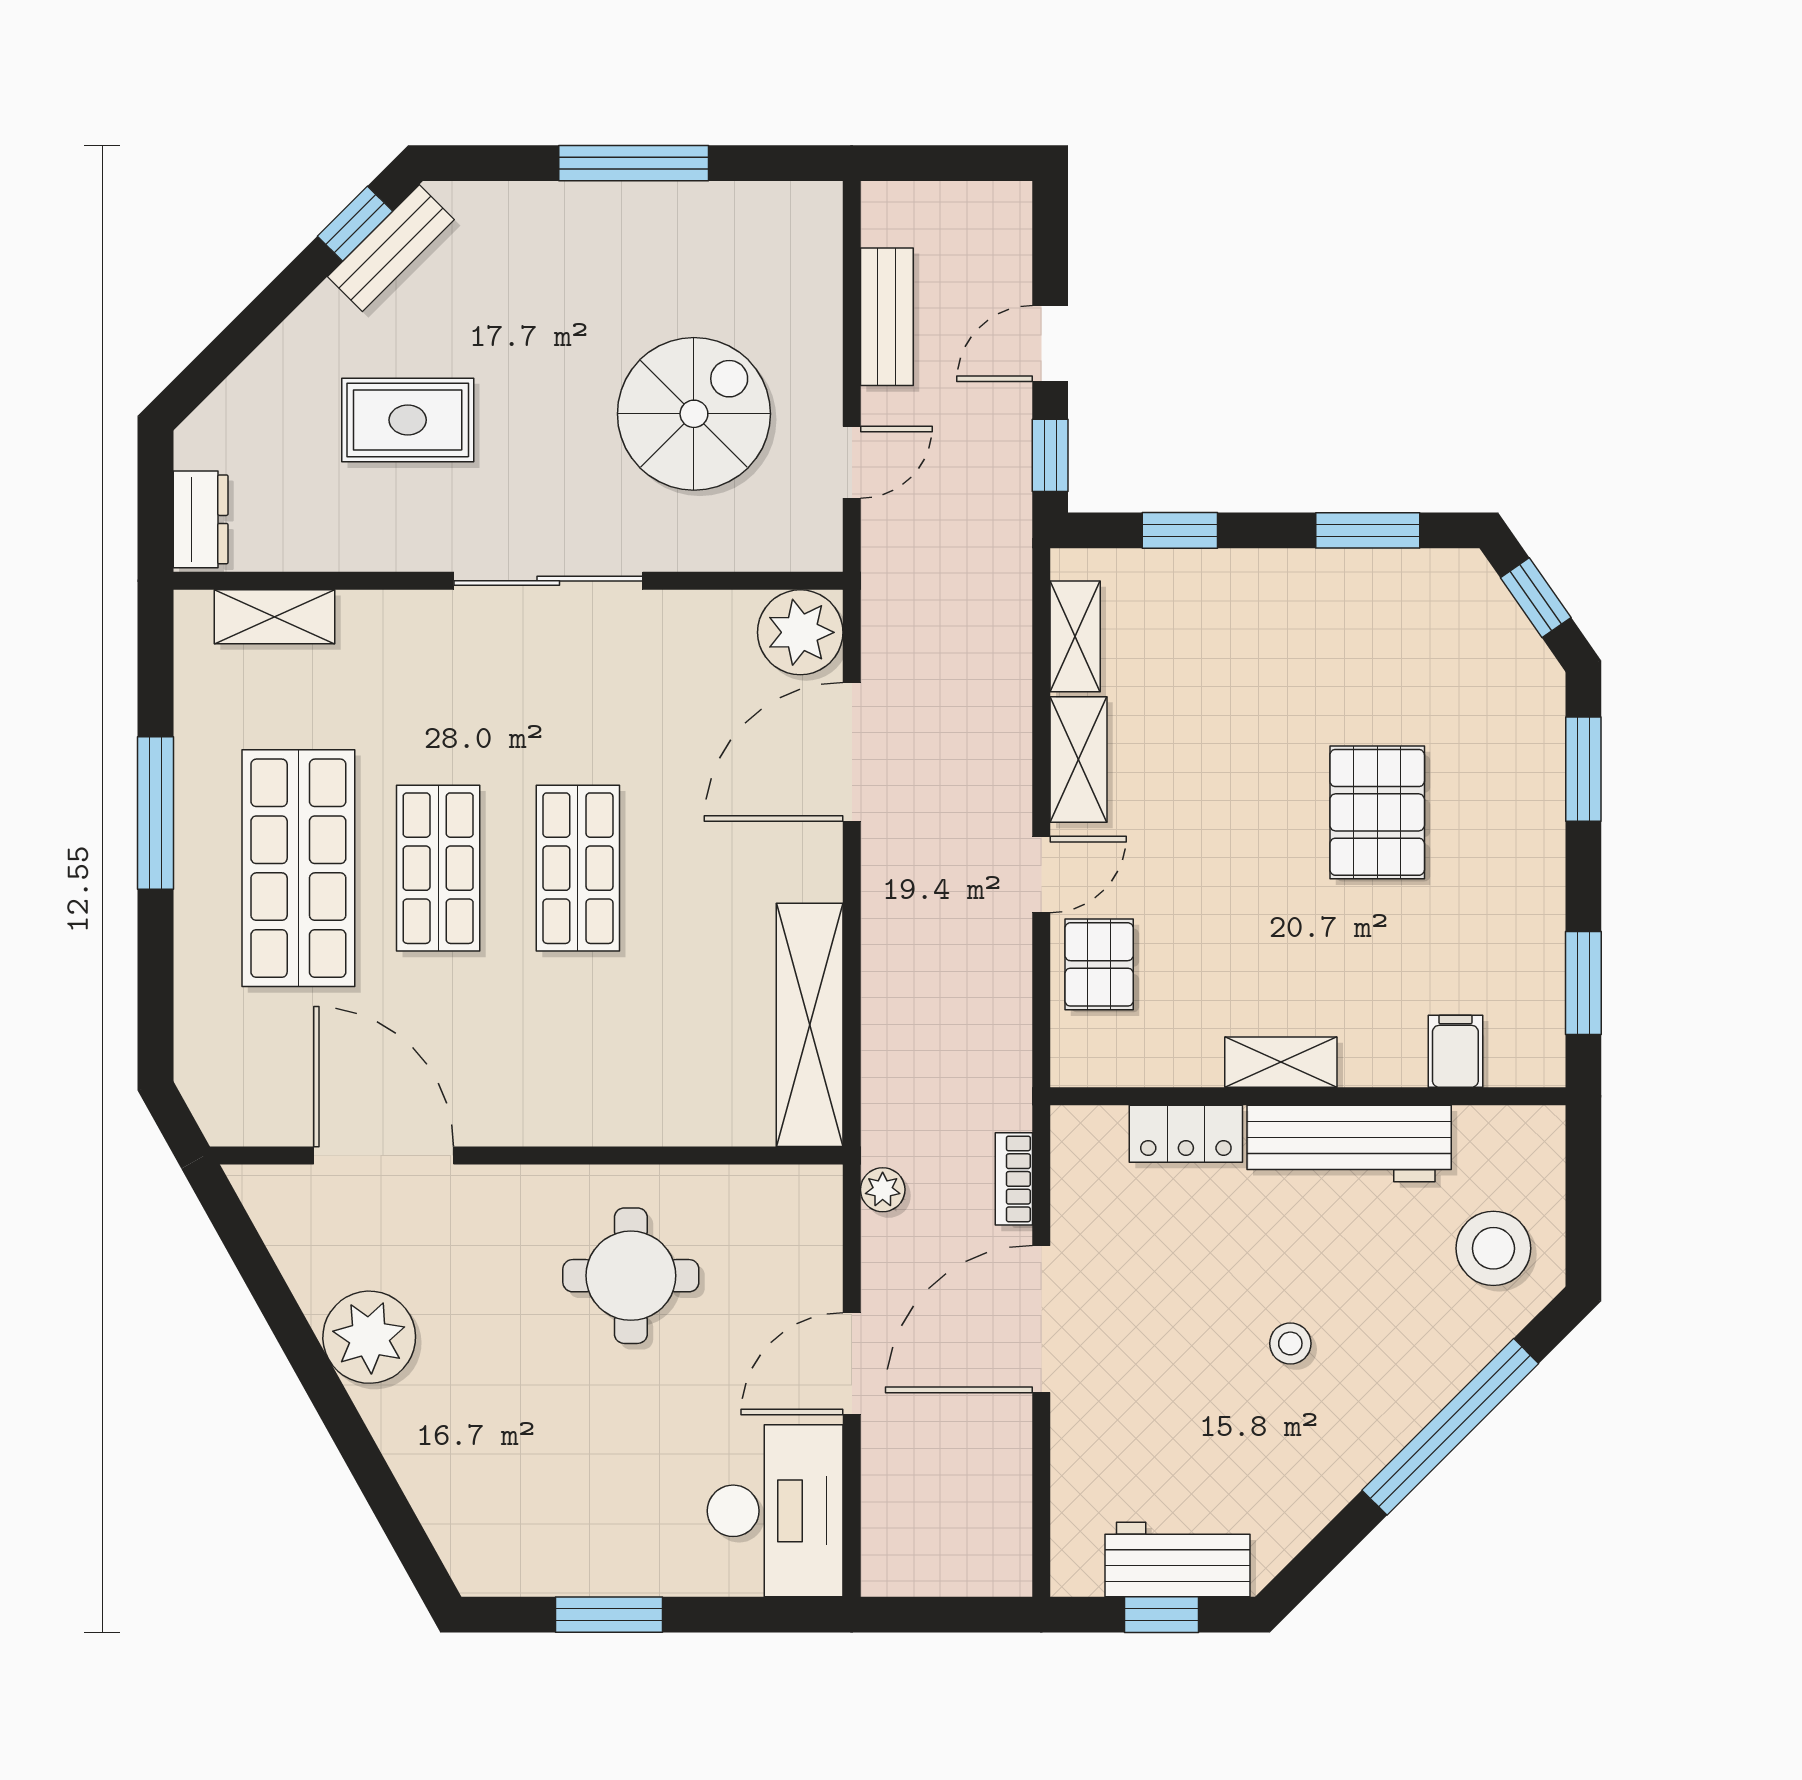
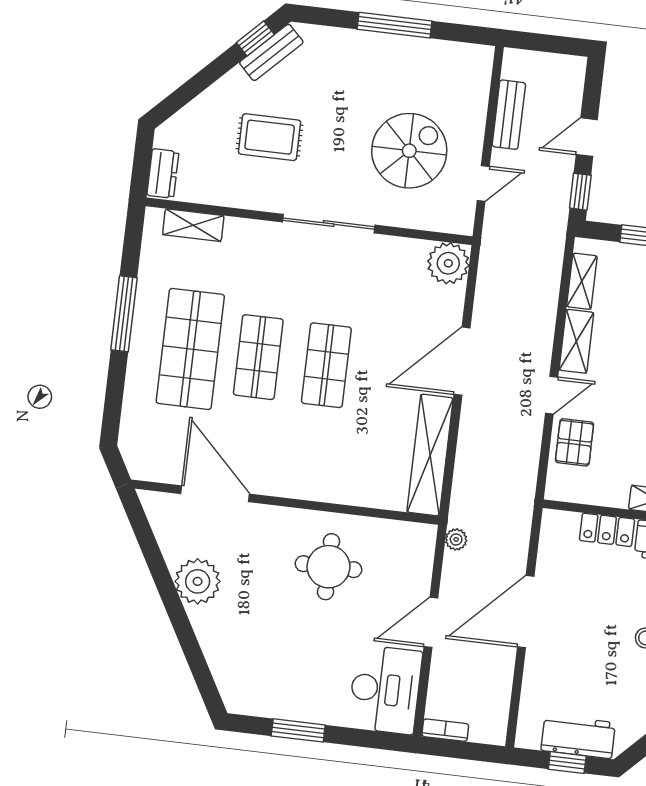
door: (852, 752) -> (462, 361), moved
bookcase: (1014, 1179) -> (445, 730), moved, turned 90

